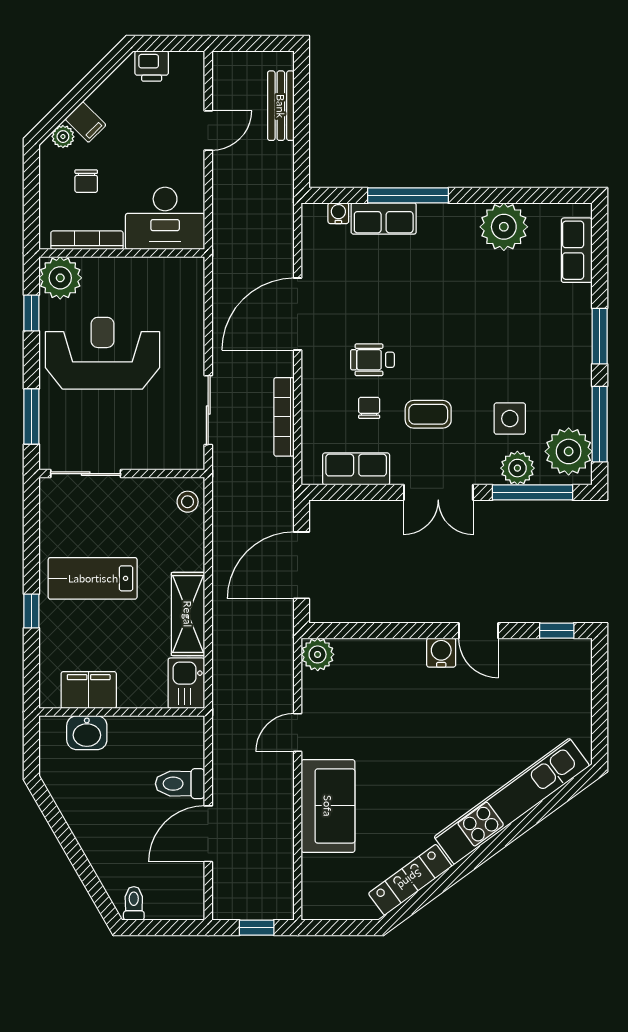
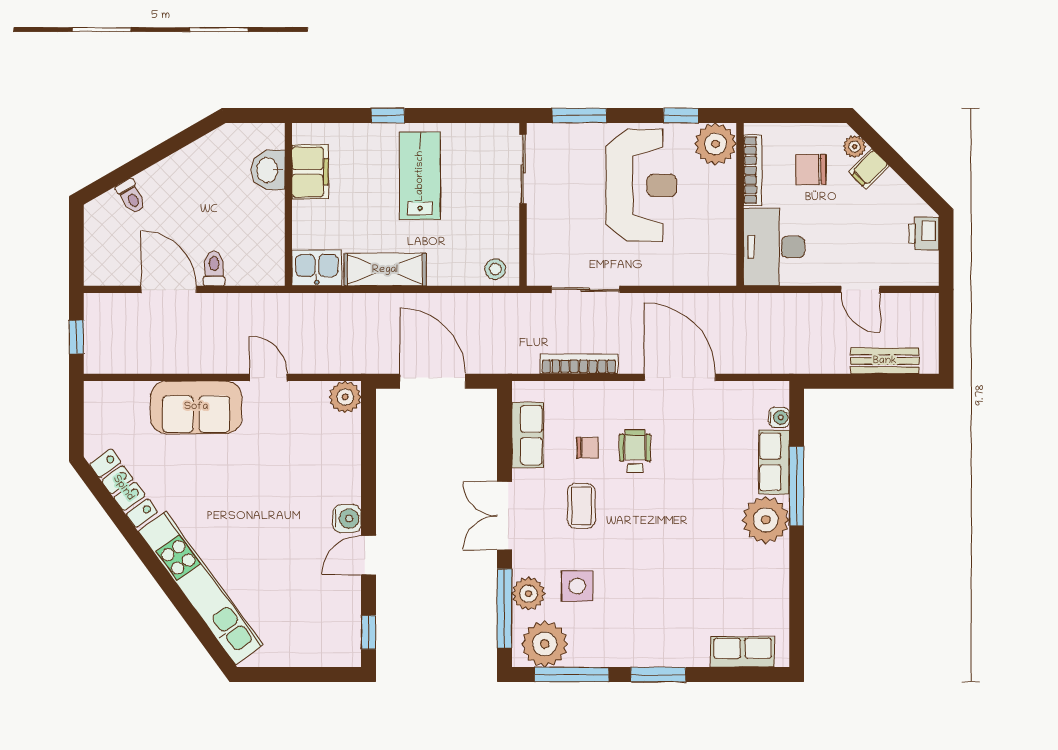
chair: (86, 181) -> (811, 169), width x1.37, depth x1.37
plant: (504, 227) -> (766, 520), moved
toilet: (180, 784) -> (214, 268), width x0.73, depth x0.72
toilet: (134, 903) -> (131, 196), moved, turned 60

